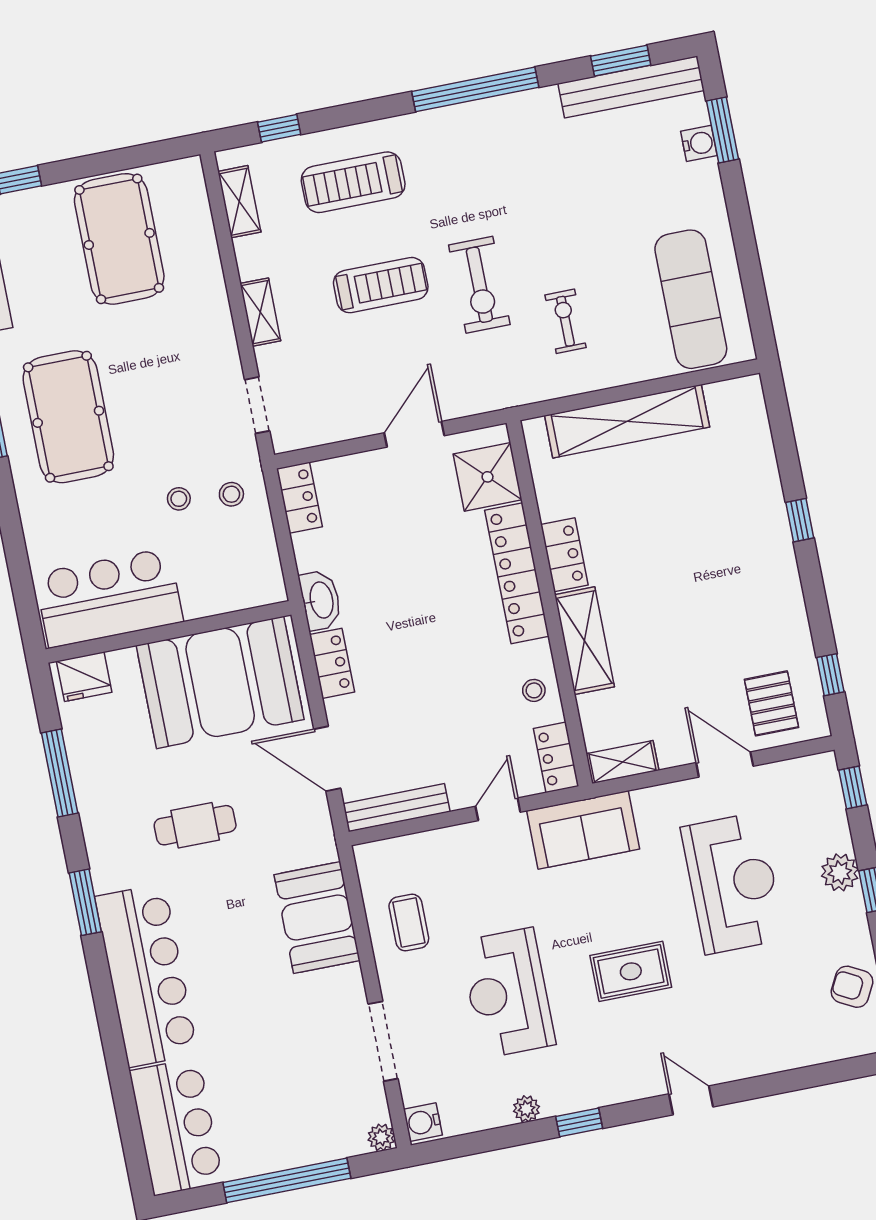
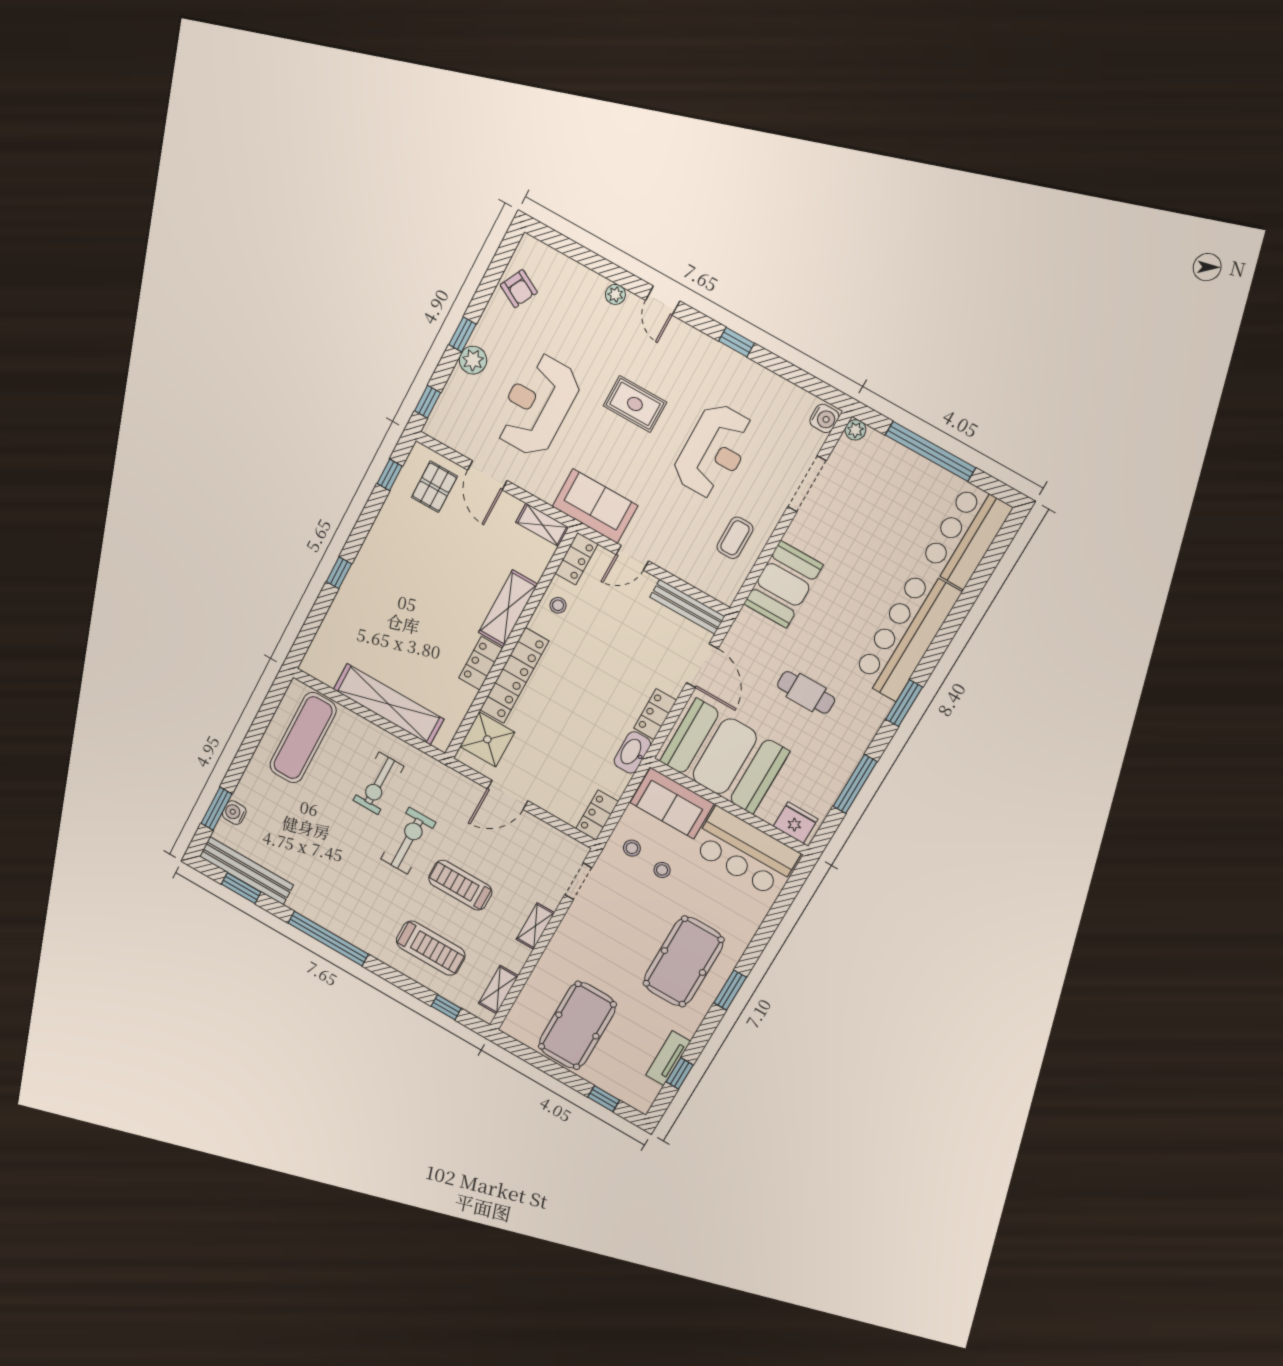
exercise bike: (565, 321) -> (378, 783), width x1.38, depth x1.39
sofa: (231, 582) -> (672, 803), added
plant: (526, 1109) -> (615, 294), moved

